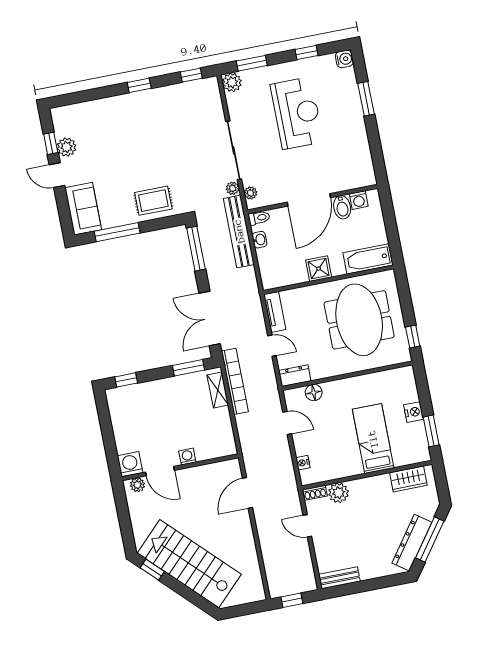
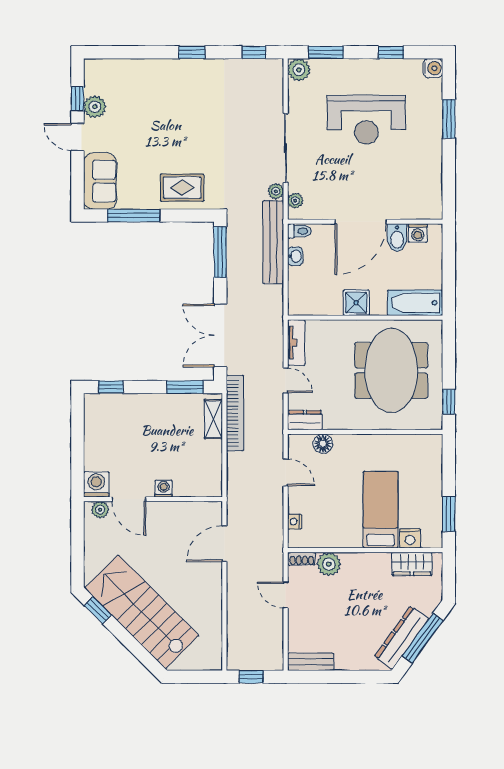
reception desk: (297, 113) -> (366, 120), turned 90
nightstand: (414, 412) -> (410, 538), moved, turned 90

